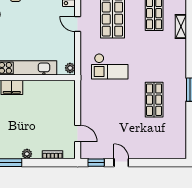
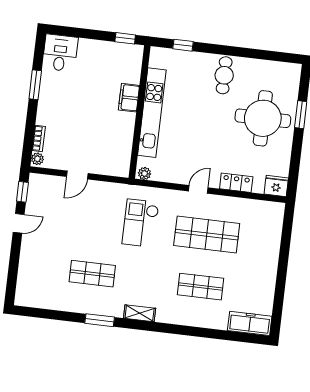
shelving: (181, 27) -> (140, 313), moved
door: (78, 133) -> (77, 175), moved
plant: (27, 154) -> (37, 159), moved

